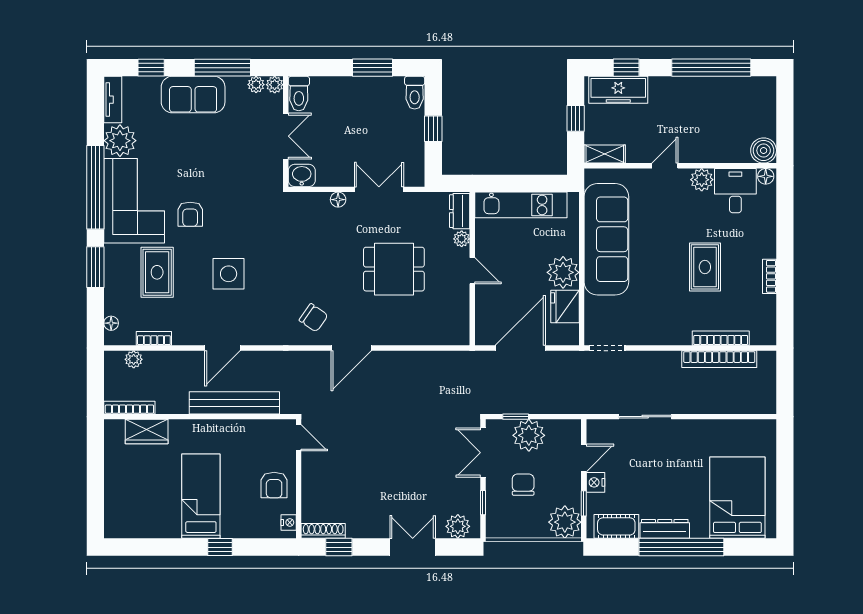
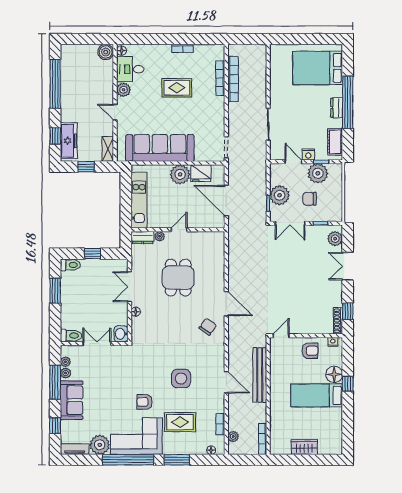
plant: (275, 85) -> (66, 373), moved
armchair: (190, 214) -> (145, 402), turned 180
wardrobe: (147, 432) -> (304, 447), moved, turned -90
plant: (565, 522) -> (318, 173), moved
floor lamp: (235, 525) -> (334, 374), added
dresser: (665, 529) -> (337, 108), width x0.70

